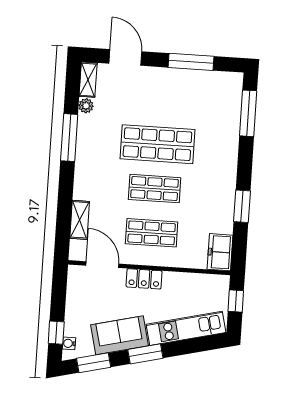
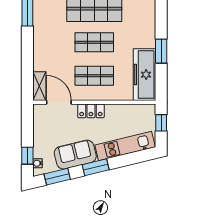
shelving: (80, 220) -> (39, 86), moved
freezer: (220, 252) -> (145, 75), width x1.91, depth x1.26

